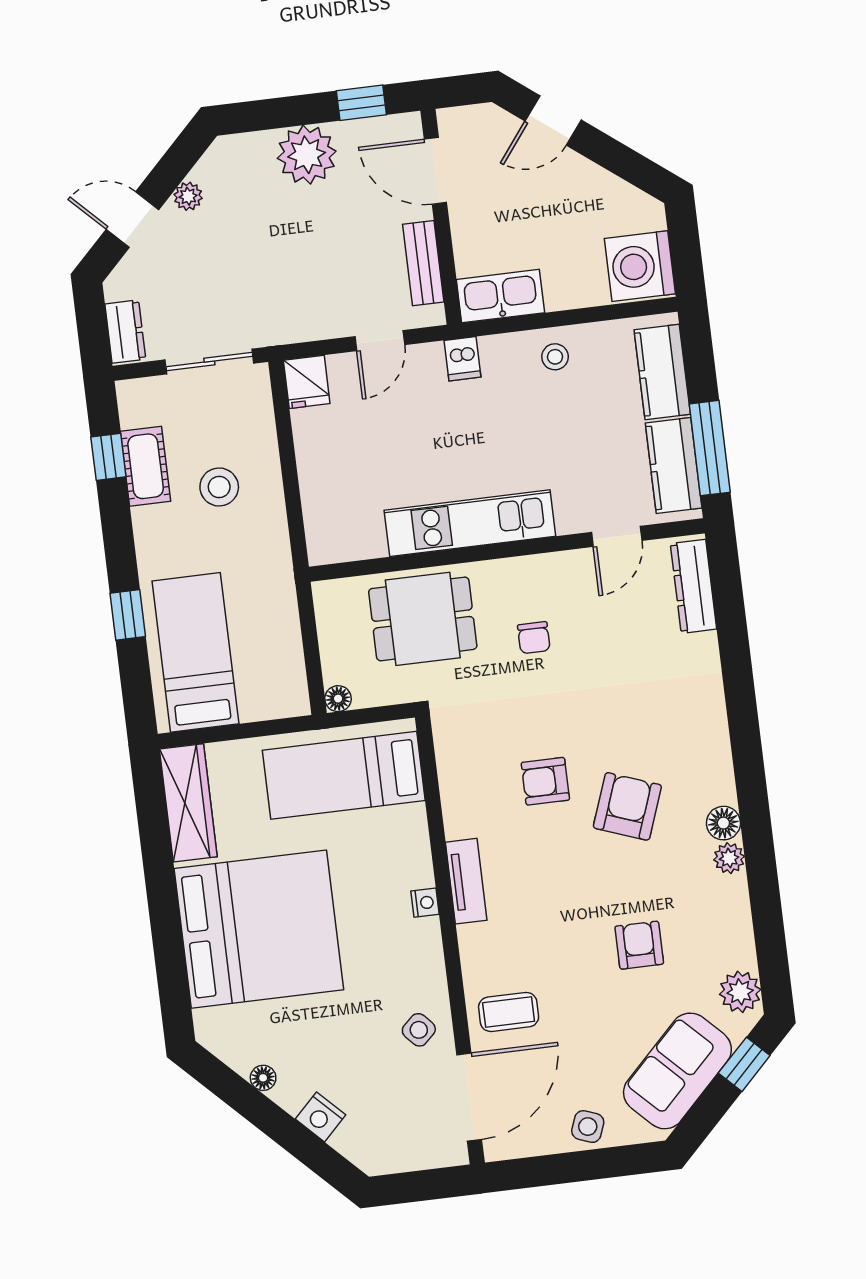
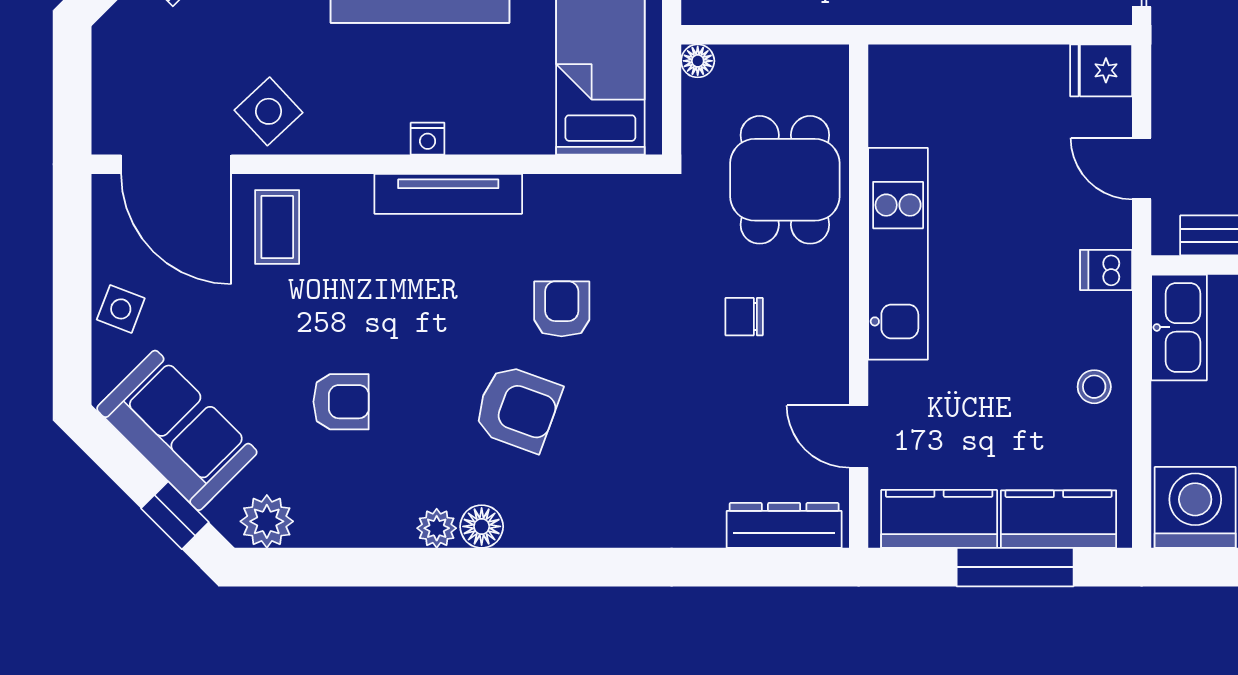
window: (710, 448) -> (1015, 567), moved
tv unit: (466, 881) -> (448, 194), width x1.41
side table: (419, 1030) -> (269, 111), width x1.37, depth x1.37

